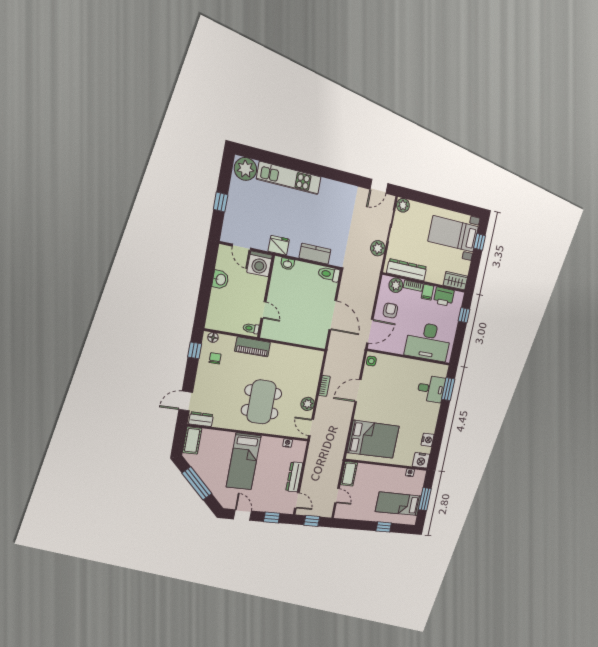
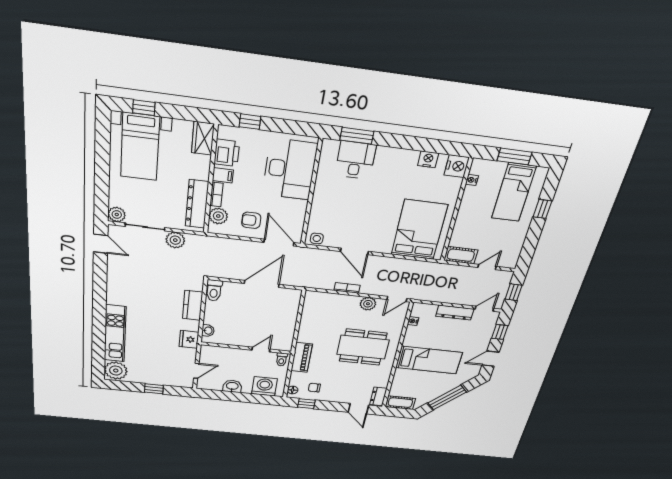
washing machine: (260, 264) -> (264, 386), moved, turned -90

